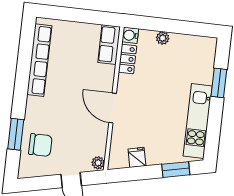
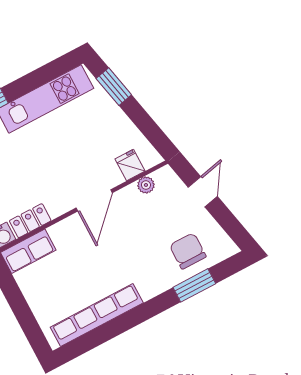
fridge: (137, 157) -> (130, 165), moved, turned 102
plant: (98, 163) -> (146, 185), moved

